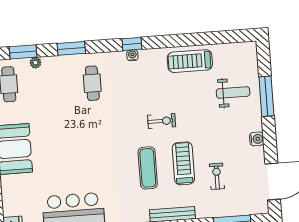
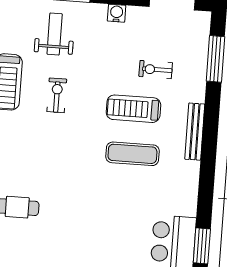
exercise bike: (162, 121) -> (57, 95), moved

